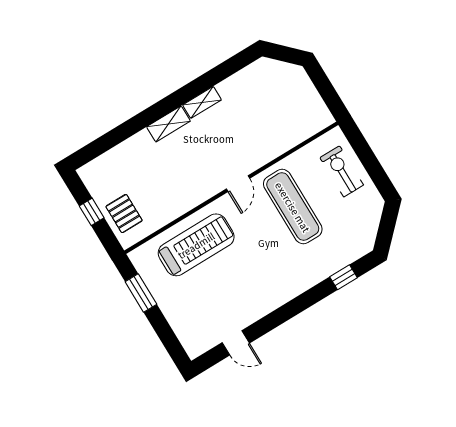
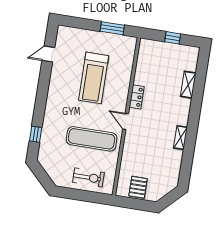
shelving: (168, 124) -> (188, 85), moved
locker: (198, 195) -> (137, 97), added
pallet: (124, 214) -> (138, 187), moved, turned 90
treadmill: (196, 245) -> (94, 78), moved

